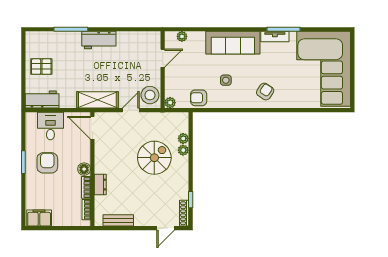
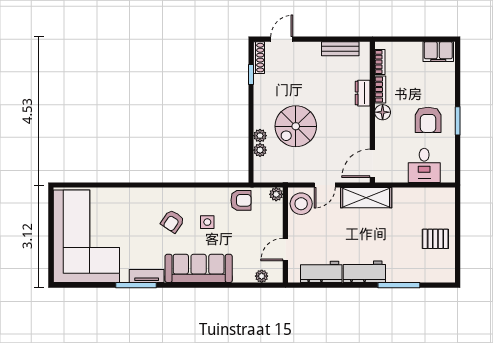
armchair: (265, 92) -> (173, 221), moved
workbench: (42, 100) -> (321, 272), moved, turned 180
door: (92, 128) -> (372, 163), swing flipped

